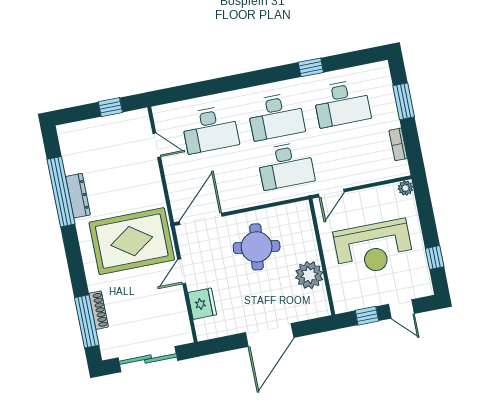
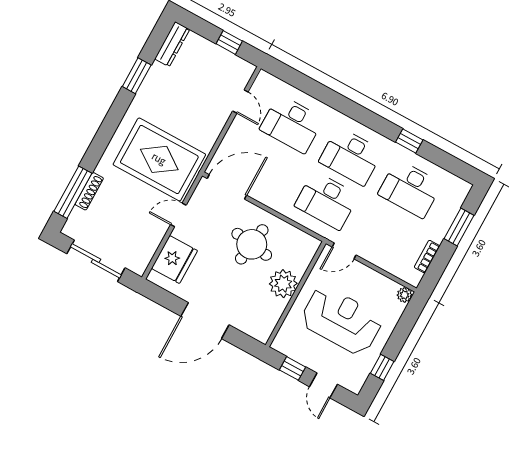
window: (61, 192) -> (137, 76), width x0.47
dresser: (78, 196) -> (172, 44), moved
reception desk: (373, 248) -> (341, 320), turned 180
plant: (309, 275) -> (283, 284), moved
fridge: (202, 304) -> (174, 259), width x1.36, depth x1.34

